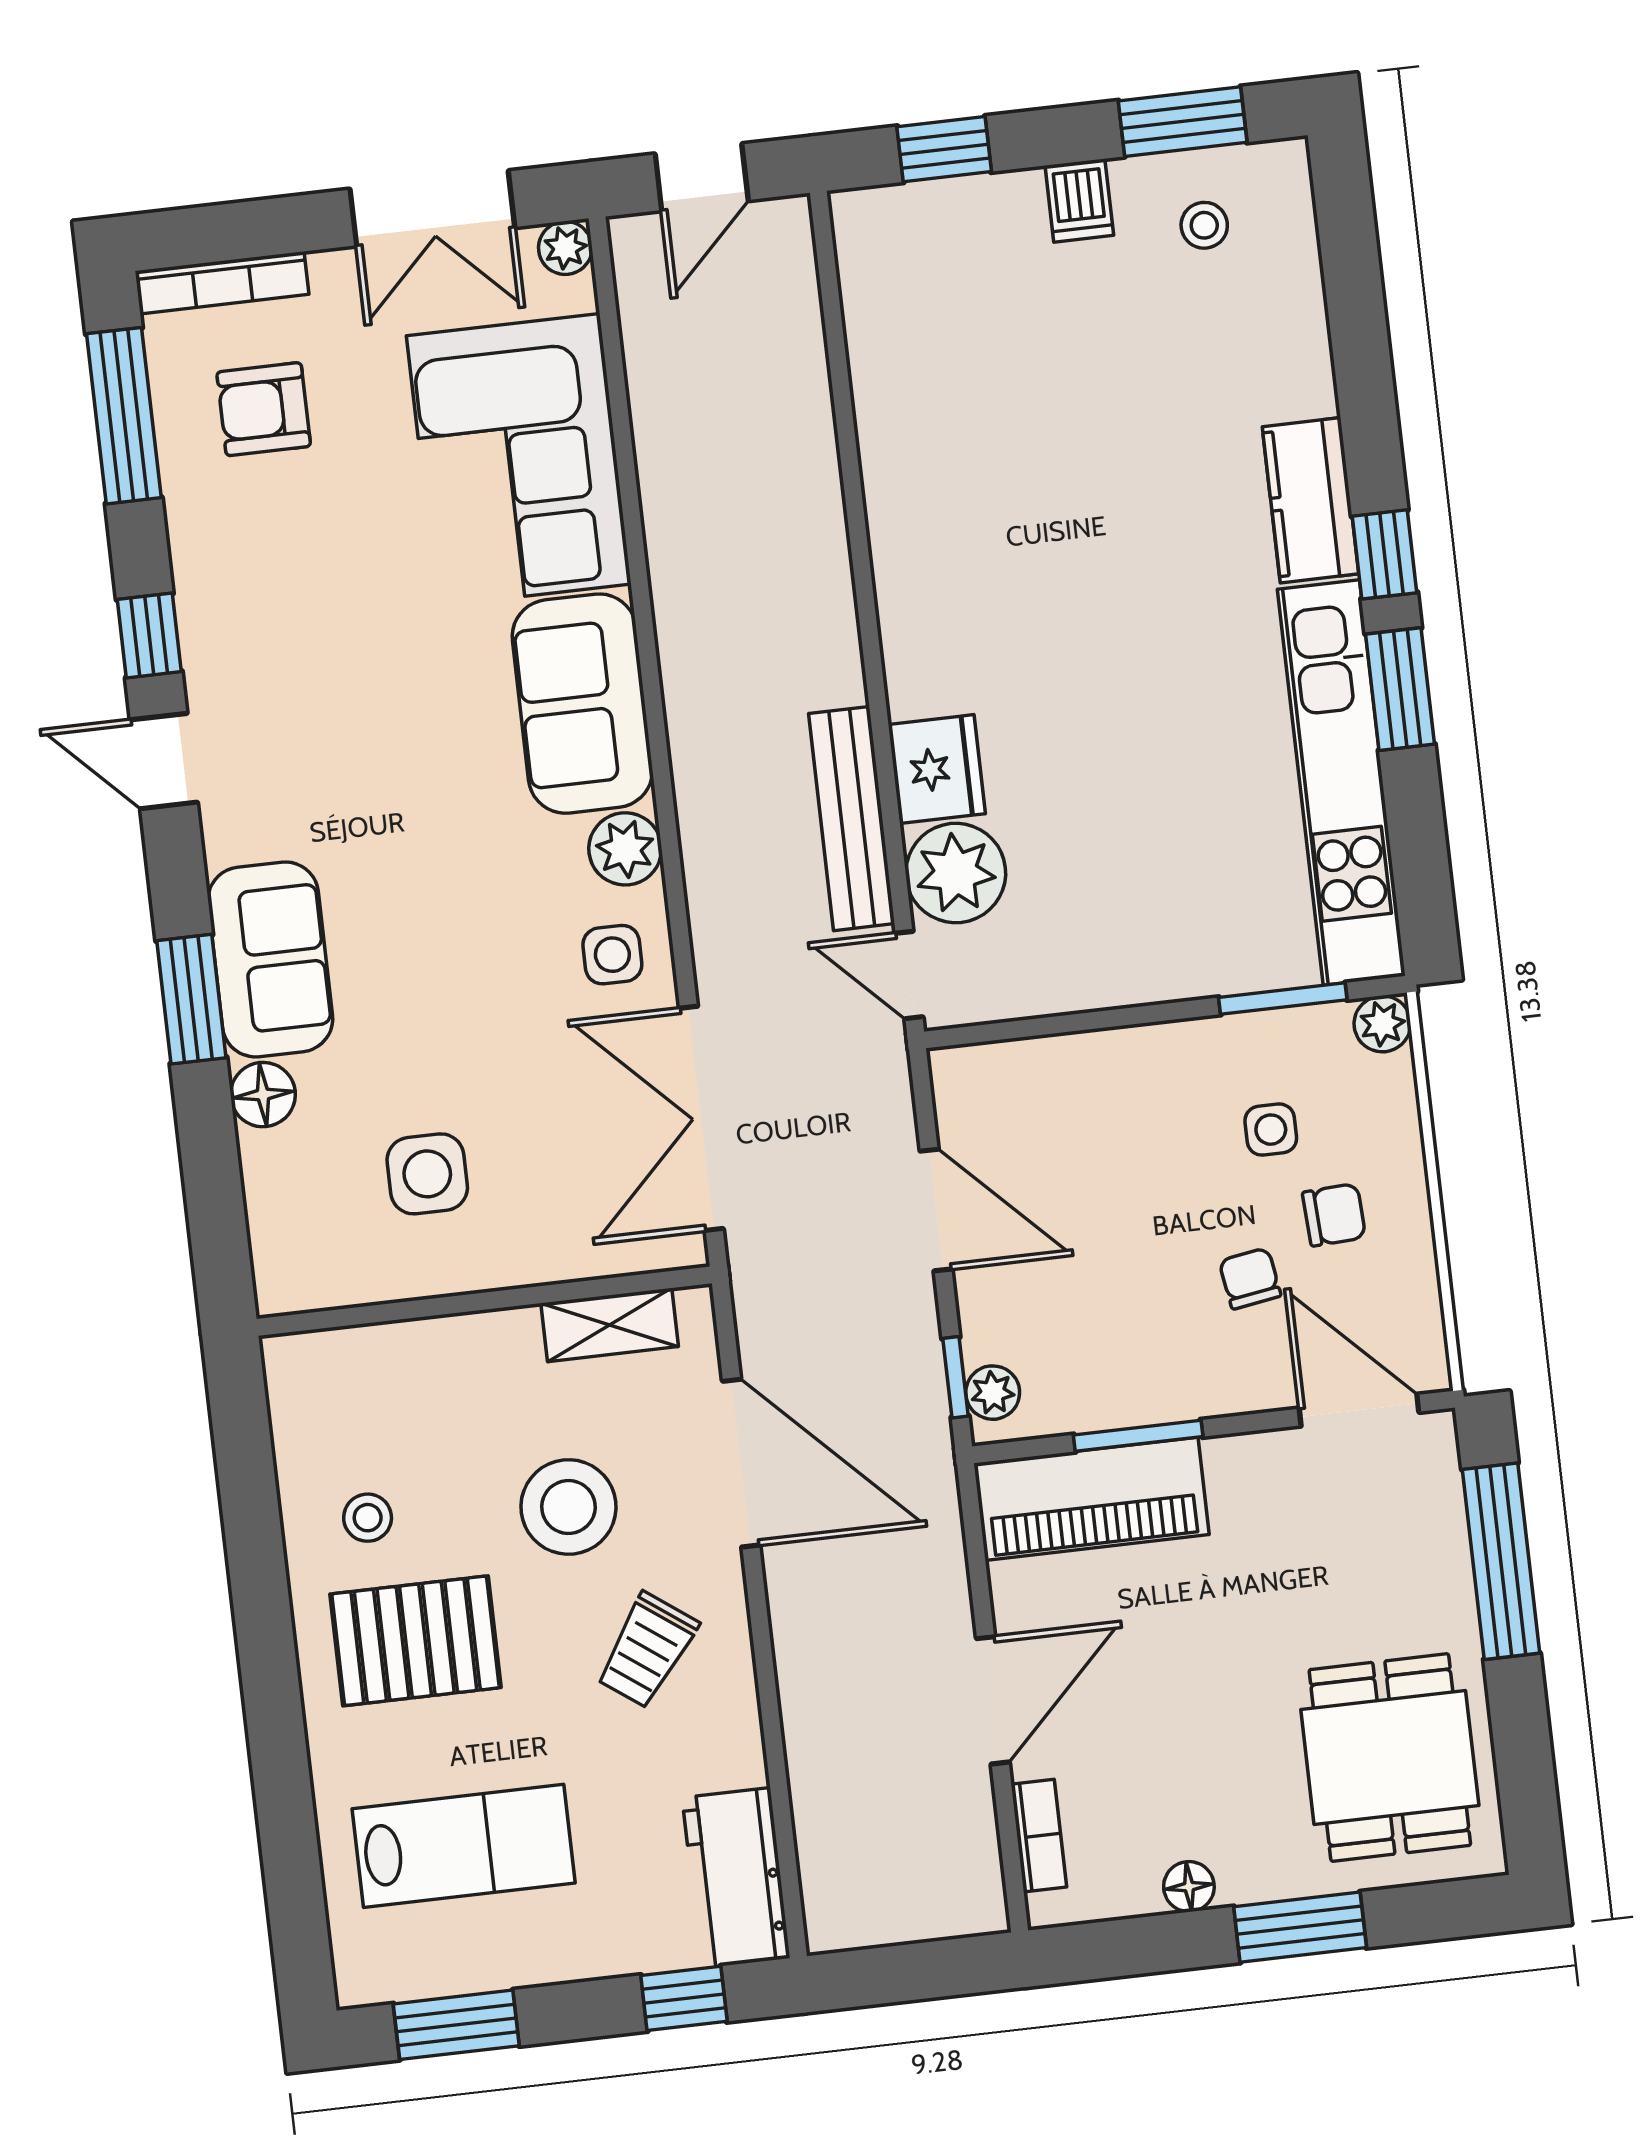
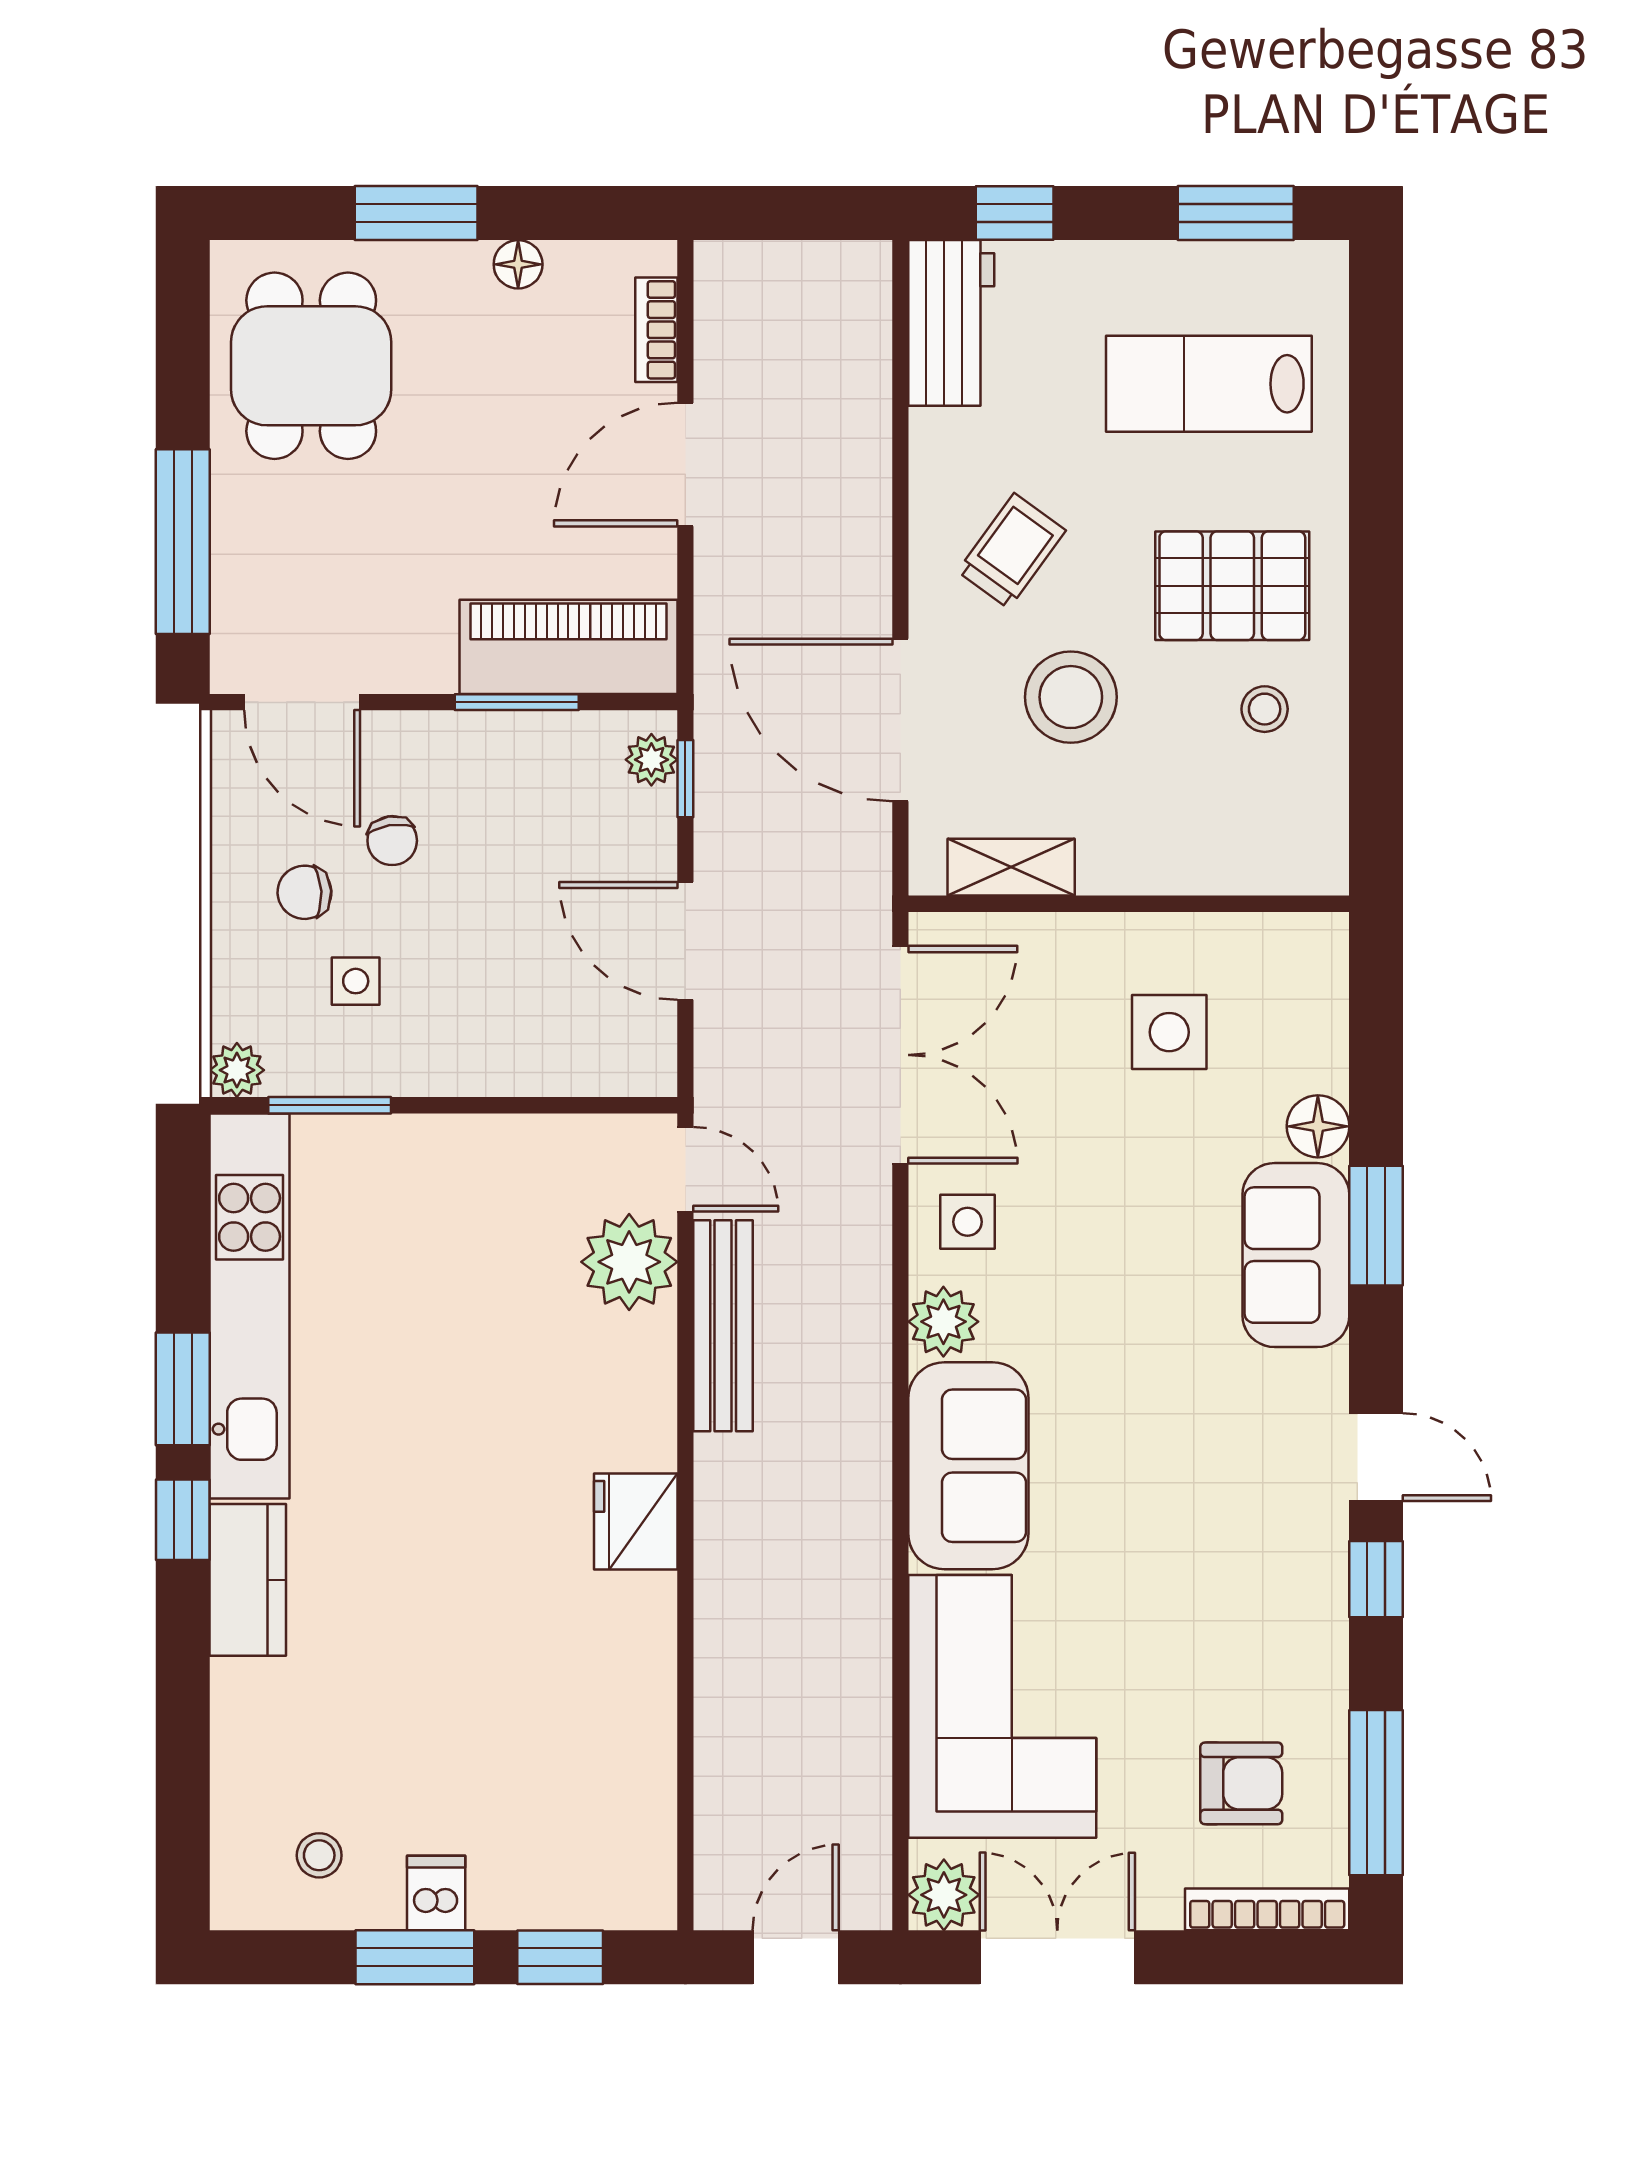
window: (1183, 122) -> (415, 1957), moved
plant: (565, 248) -> (944, 1895), width x1.38, depth x1.38
fridge: (937, 769) -> (636, 1521), moved

